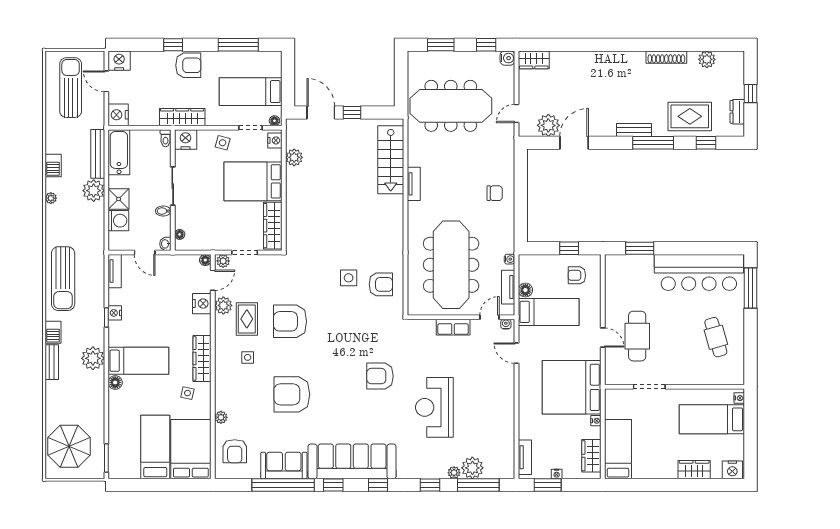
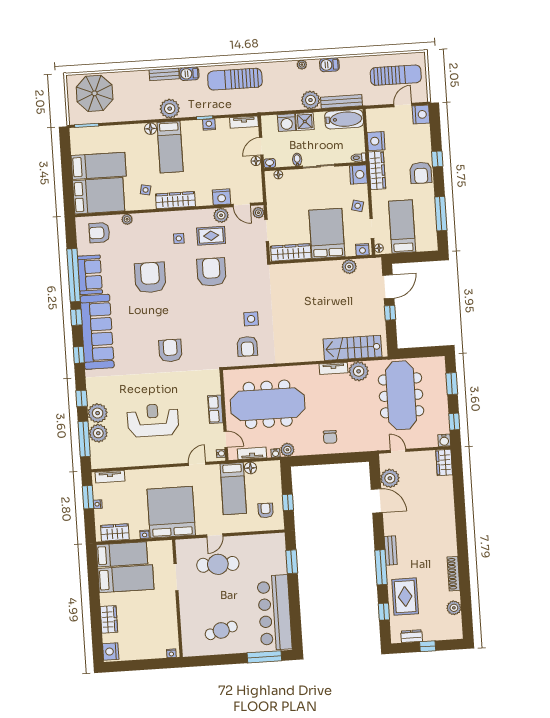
nightstand: (118, 115) -> (376, 141), moved, turned -90
plant: (419, 154) -> (359, 371), added
plant: (507, 245) -> (287, 450), added
floor lamp: (205, 260) -> (256, 161), moved
reception desk: (434, 407) -> (153, 420), moved
bed: (712, 419) -> (126, 579), moved, turned 90
plant: (454, 473) -> (98, 413), width x1.88, depth x1.88

